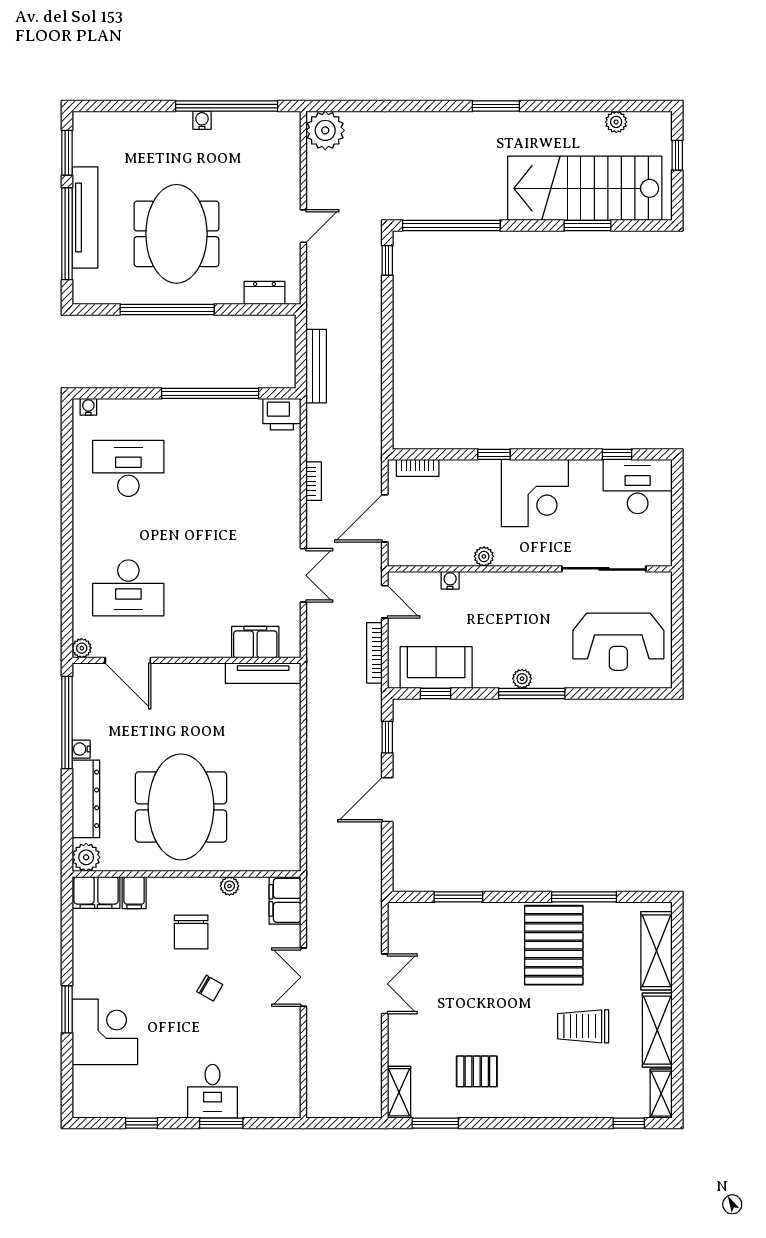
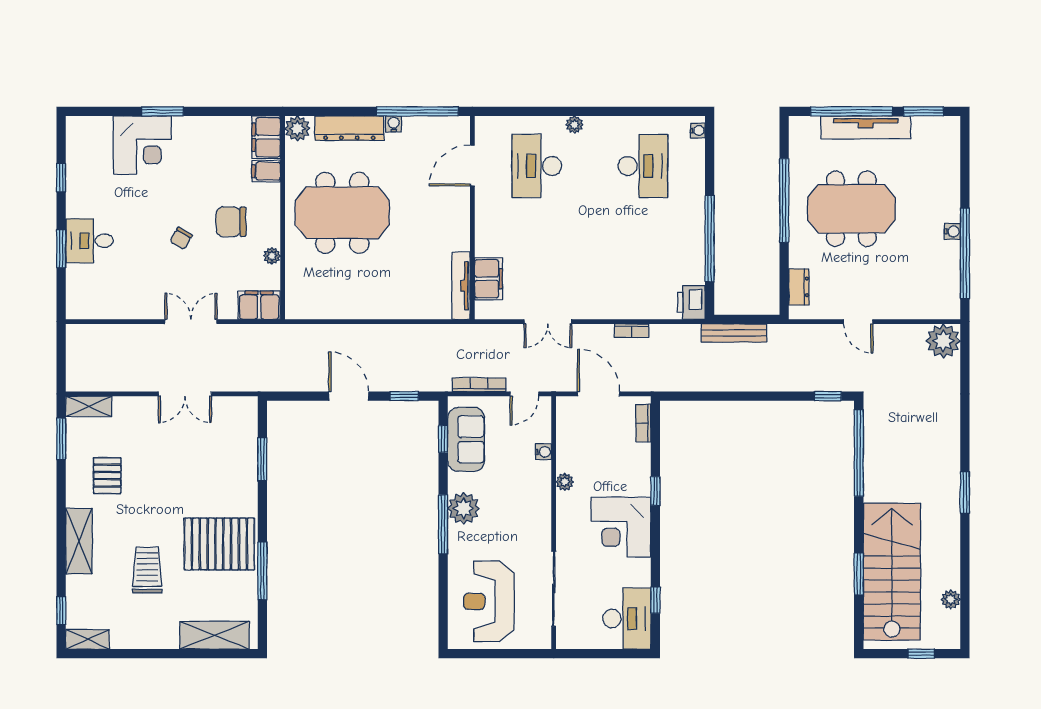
plant: (82, 648) -> (574, 125), moved
plant: (522, 679) -> (464, 508), width x1.87, depth x1.87
shelving: (657, 1030) -> (79, 541), moved, turned 90

